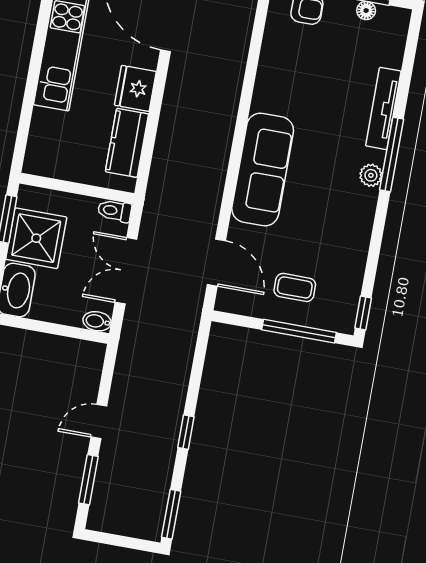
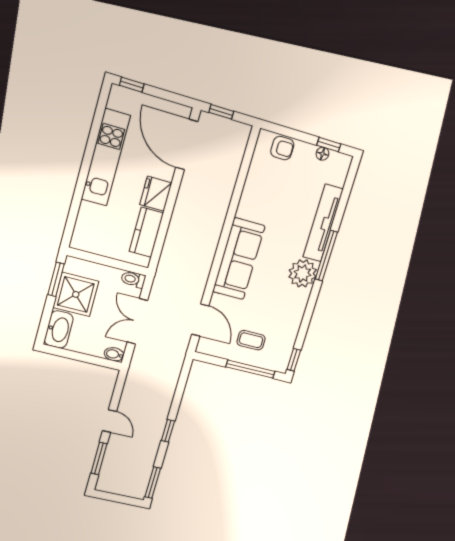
tv unit: (383, 108) -> (323, 223), width x1.36, depth x1.29
plant: (371, 175) -> (303, 273), width x1.87, depth x1.87
door: (99, 422) -> (109, 421), swing flipped

